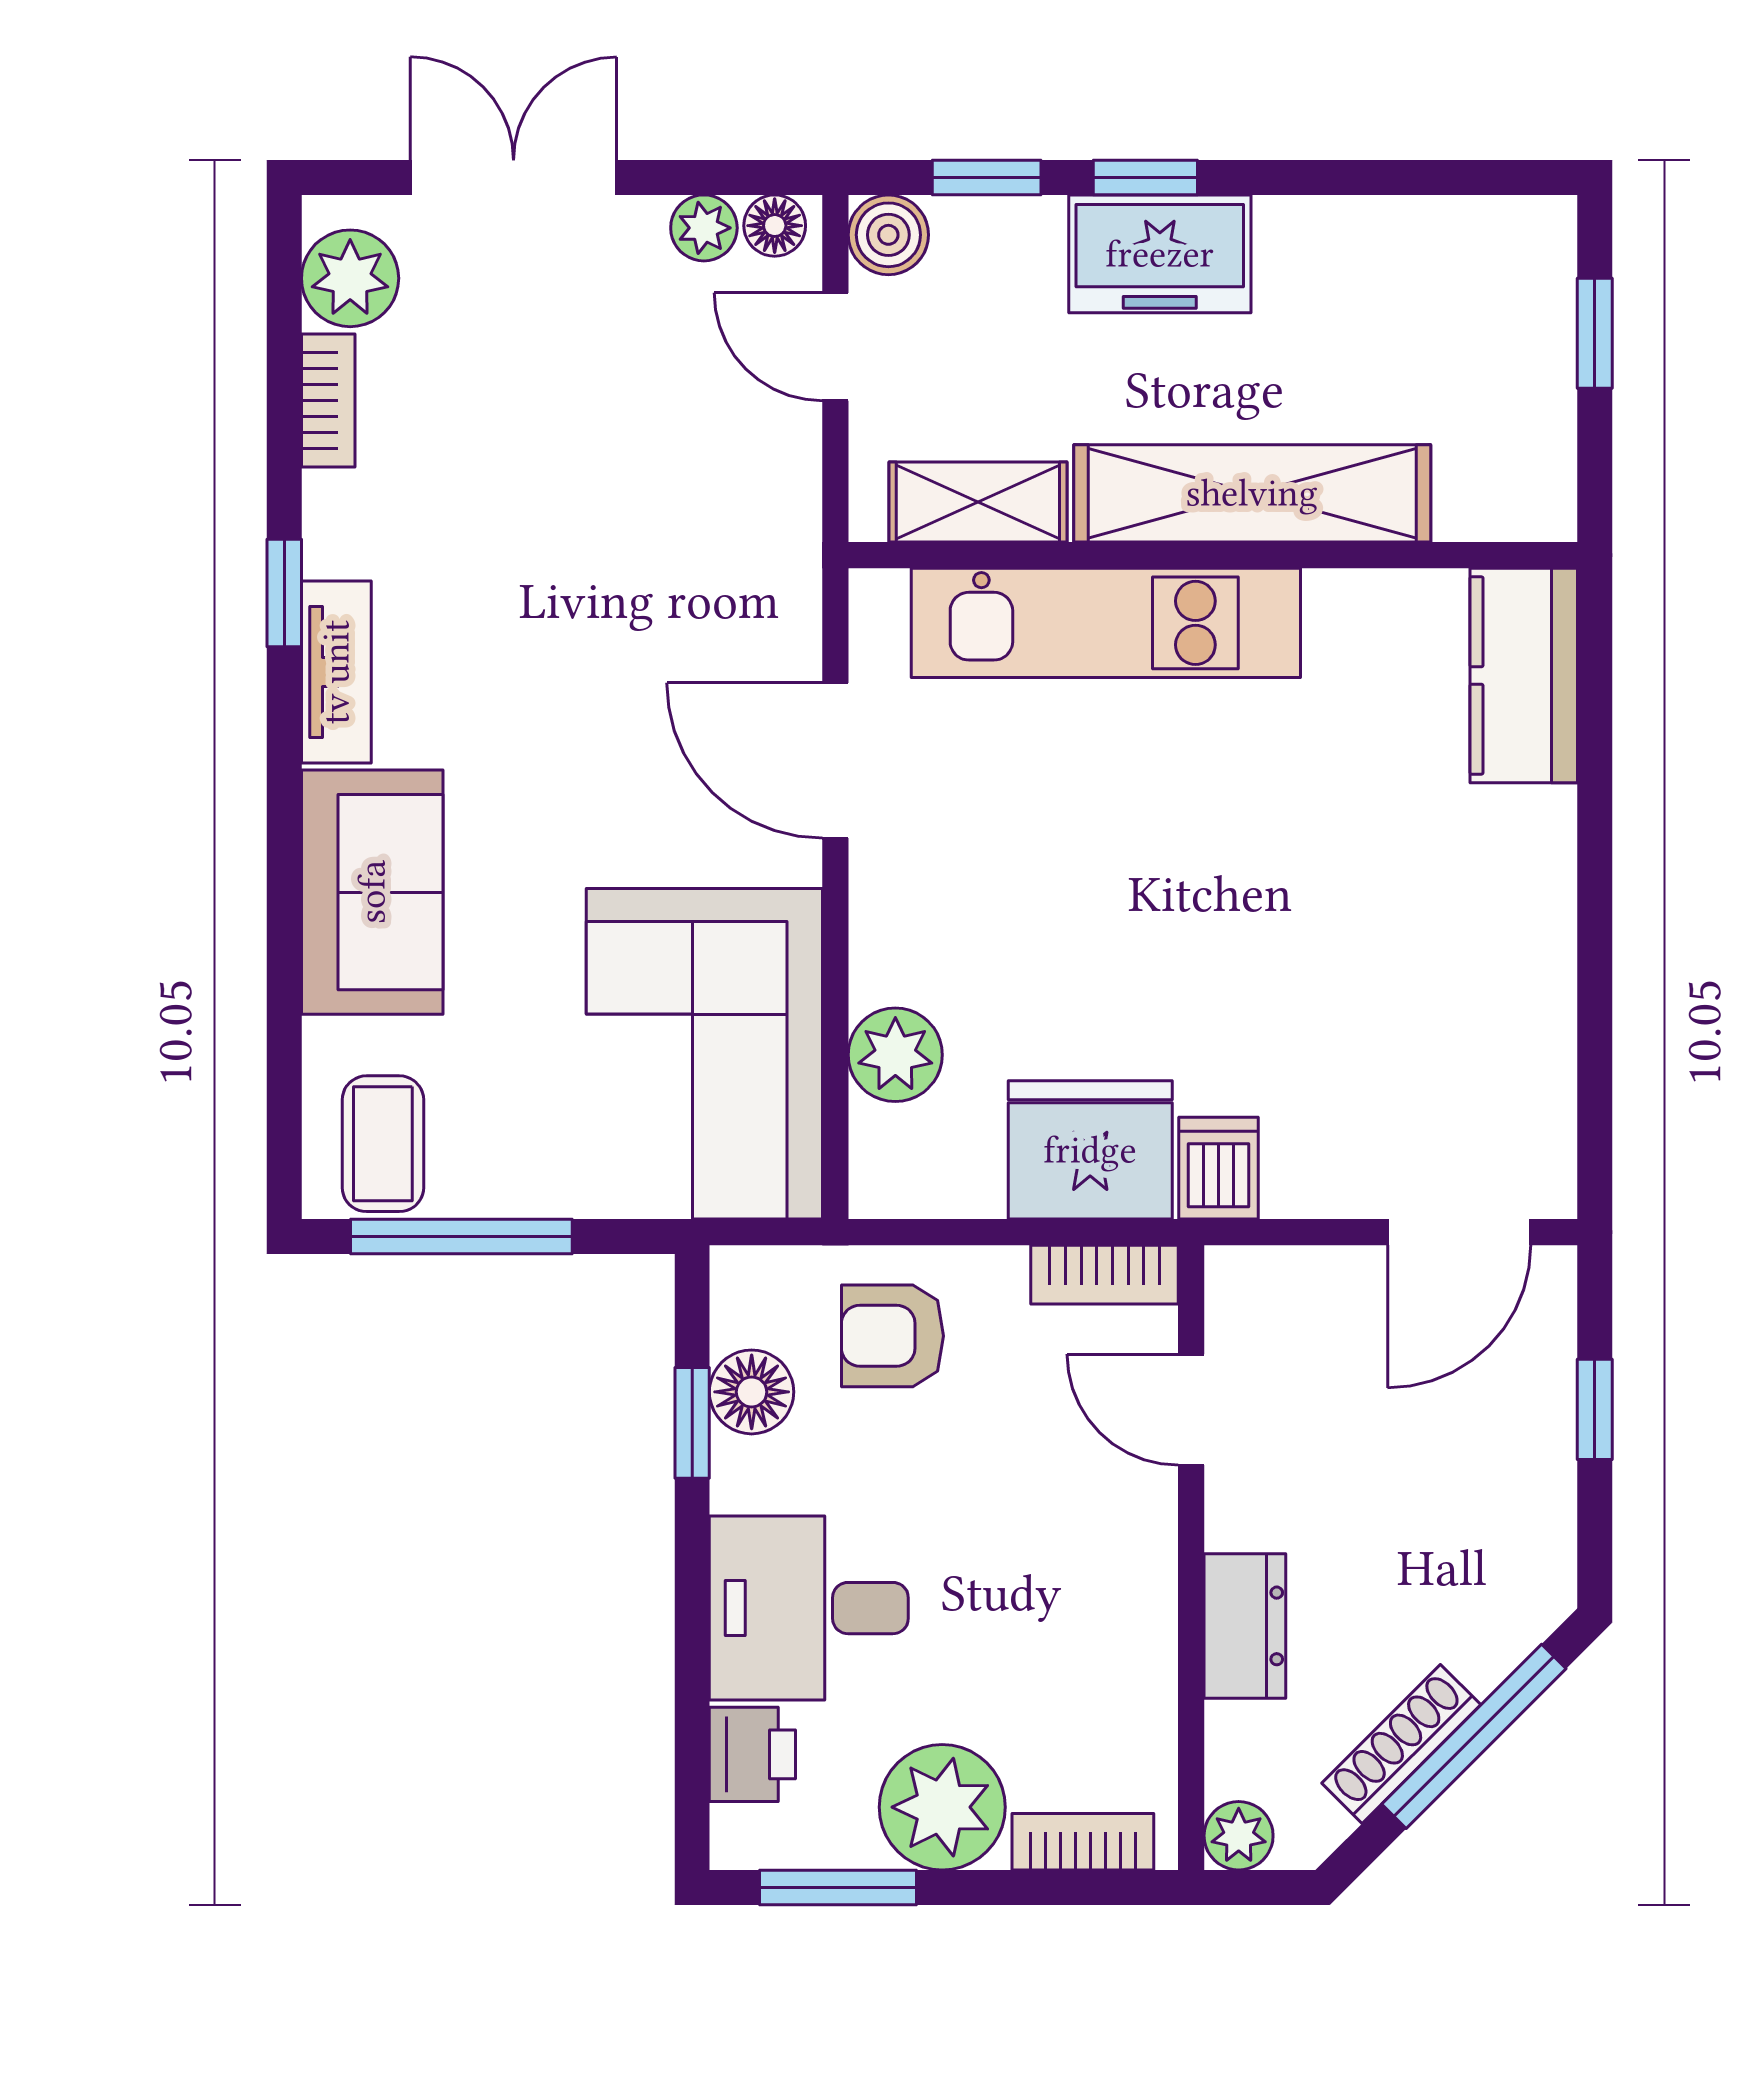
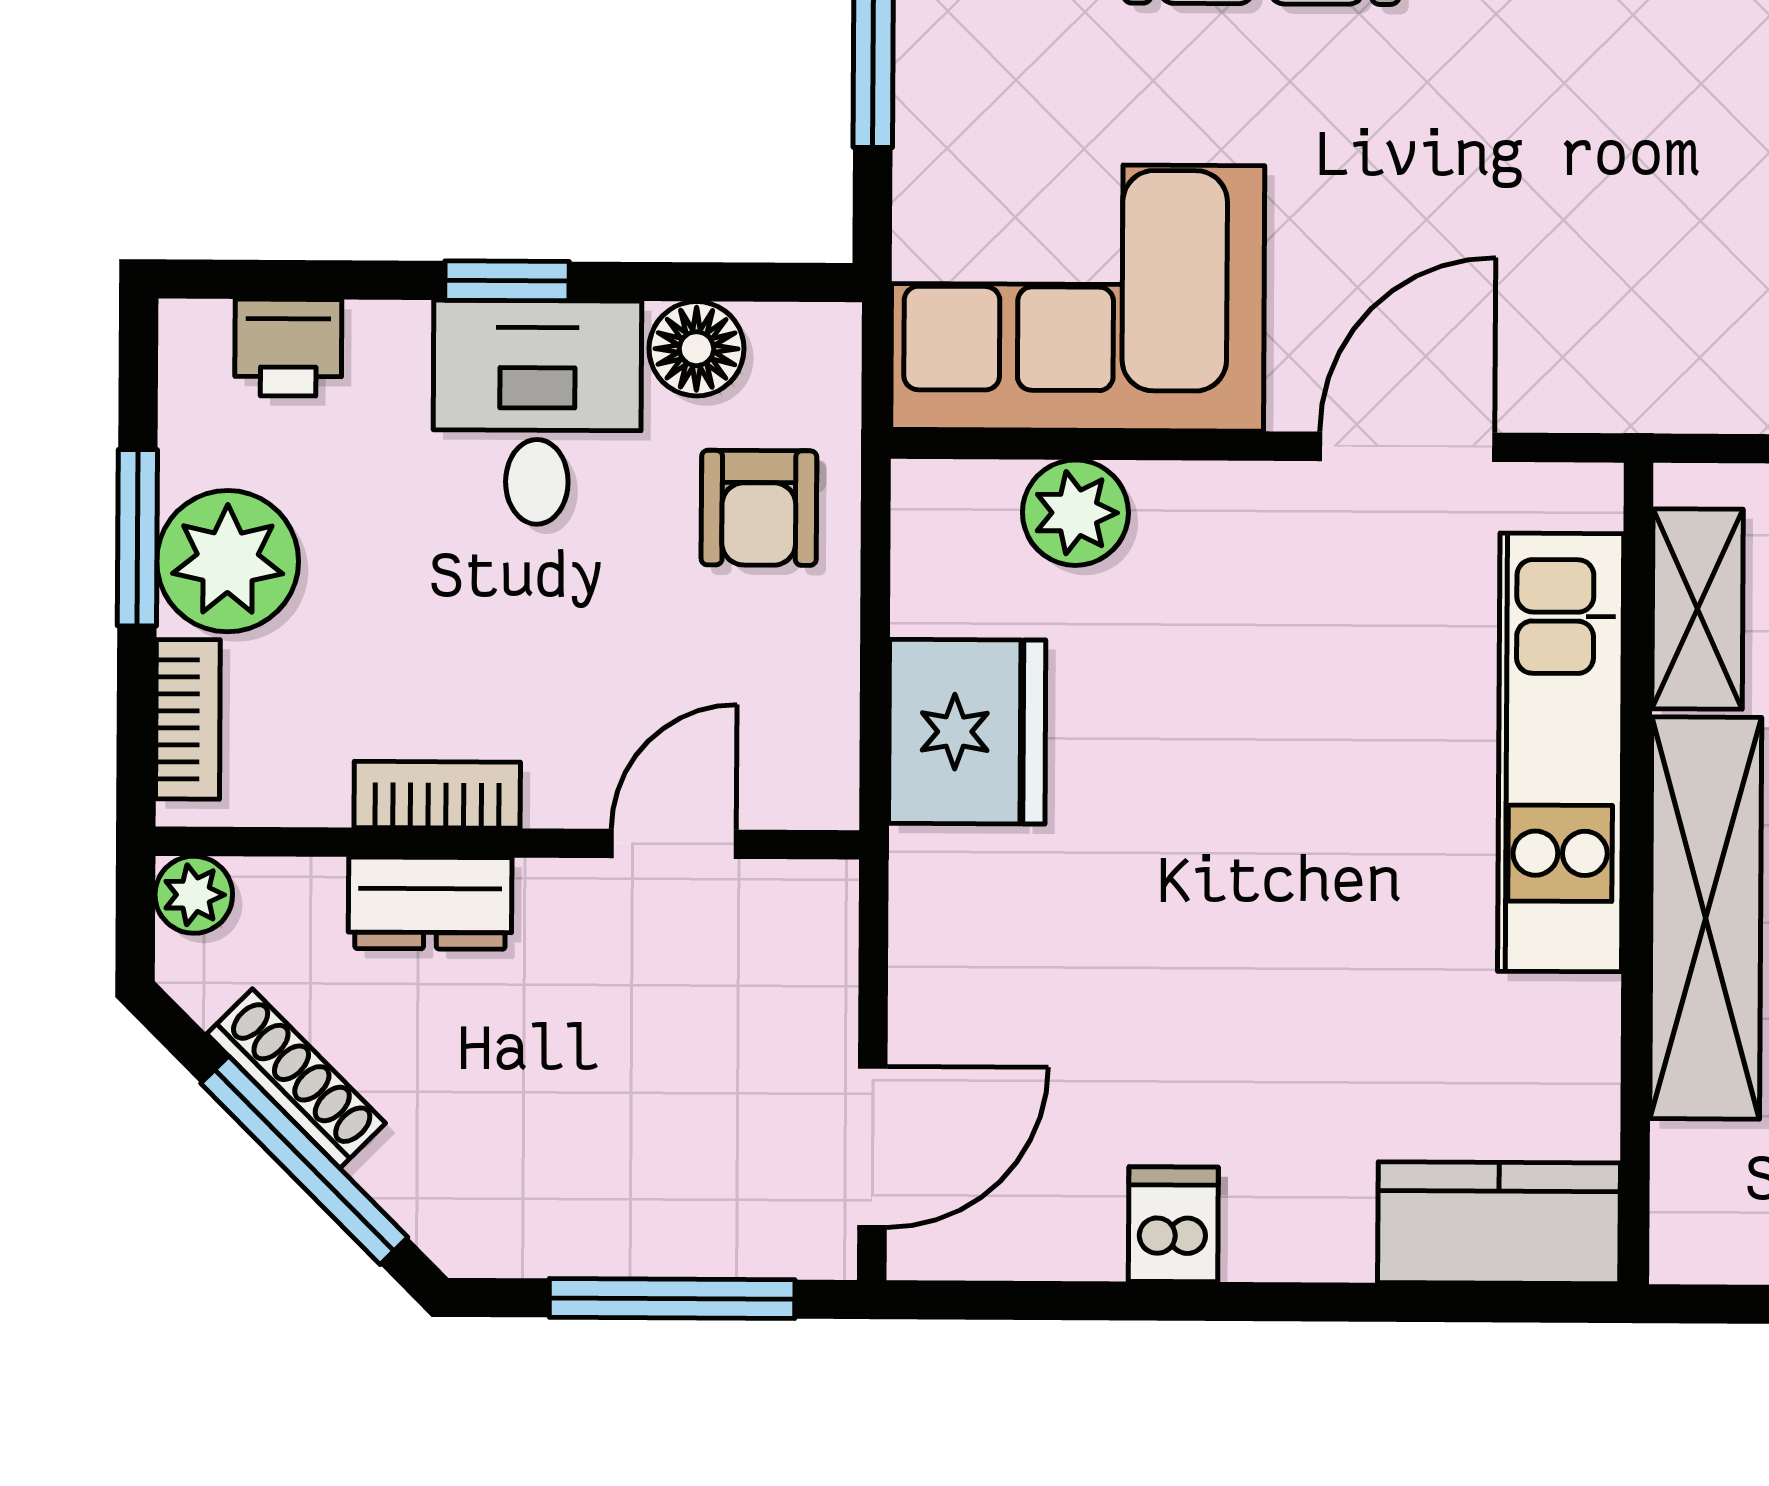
dishwasher: (1219, 1168) -> (1173, 1224), moved, turned -90
door: (1459, 1232) -> (872, 1147), swing flipped
bookcase: (1105, 1275) -> (437, 795), moved, turned 90
armchair: (892, 1336) -> (759, 508), turned 180
window: (1595, 1409) -> (672, 1299), width x2.17
window: (692, 1423) -> (507, 281), moved
desk: (809, 1608) -> (537, 412), moved
window: (838, 1887) -> (137, 538), moved

